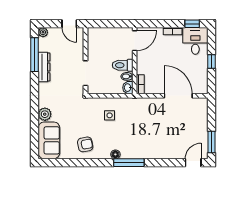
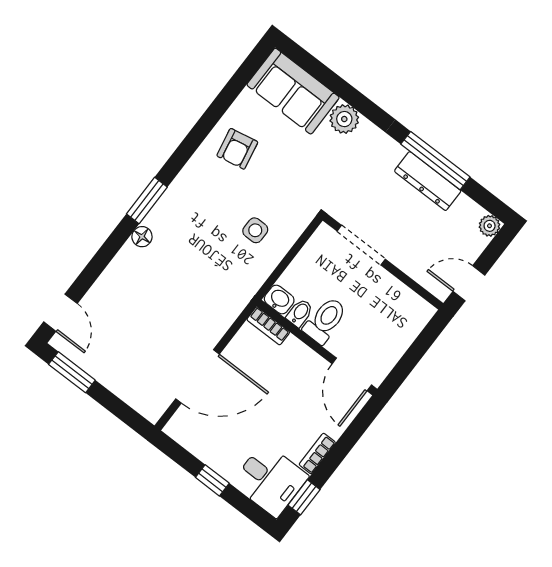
window: (34, 55) -> (435, 161), moved
floor lamp: (115, 154) -> (142, 237), moved
window: (129, 163) -> (147, 200), width x0.69

